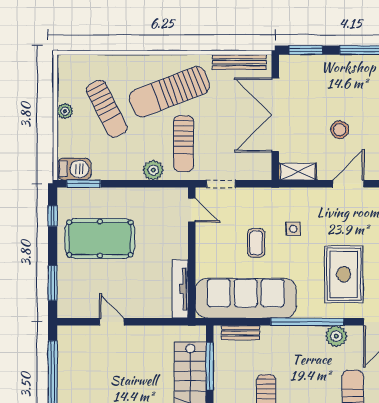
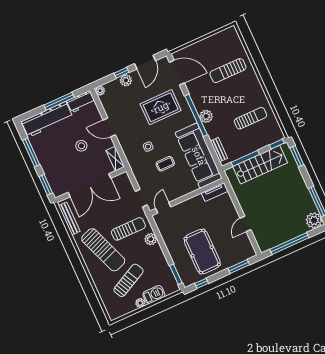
barbecue: (74, 169) -> (154, 295), moved, turned 90
tv unit: (180, 289) -> (215, 192), width x0.71
plant: (336, 336) -> (206, 116), moved

